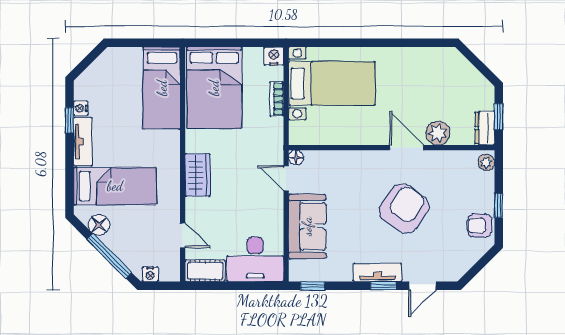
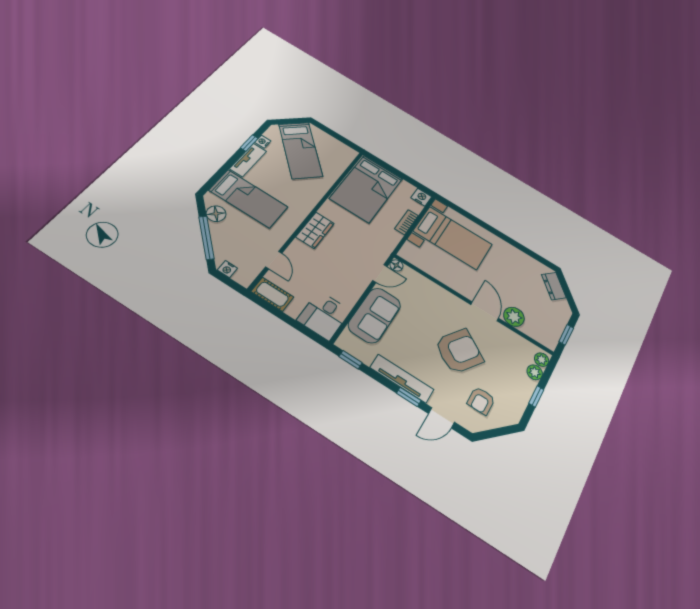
bed: (162, 88) -> (301, 150), moved, turned -45
dresser: (485, 128) -> (554, 286), moved, turned -45
door: (286, 178) -> (380, 274), swing flipped
plant: (486, 181) -> (535, 372), added
armchair: (480, 226) -> (481, 401), moved, turned -90
desk: (255, 259) -> (324, 315), width x0.73
tv unit: (377, 272) -> (402, 378), width x1.41

